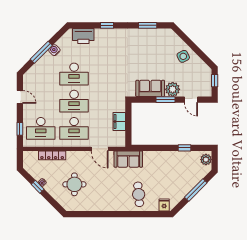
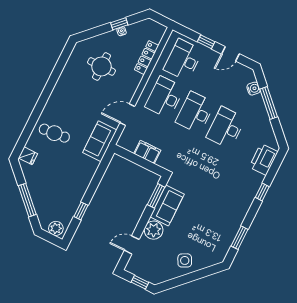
water cooler: (54, 50) -> (254, 89), moved
window: (166, 100) -> (156, 196), moved
window: (20, 129) -> (206, 42), moved

